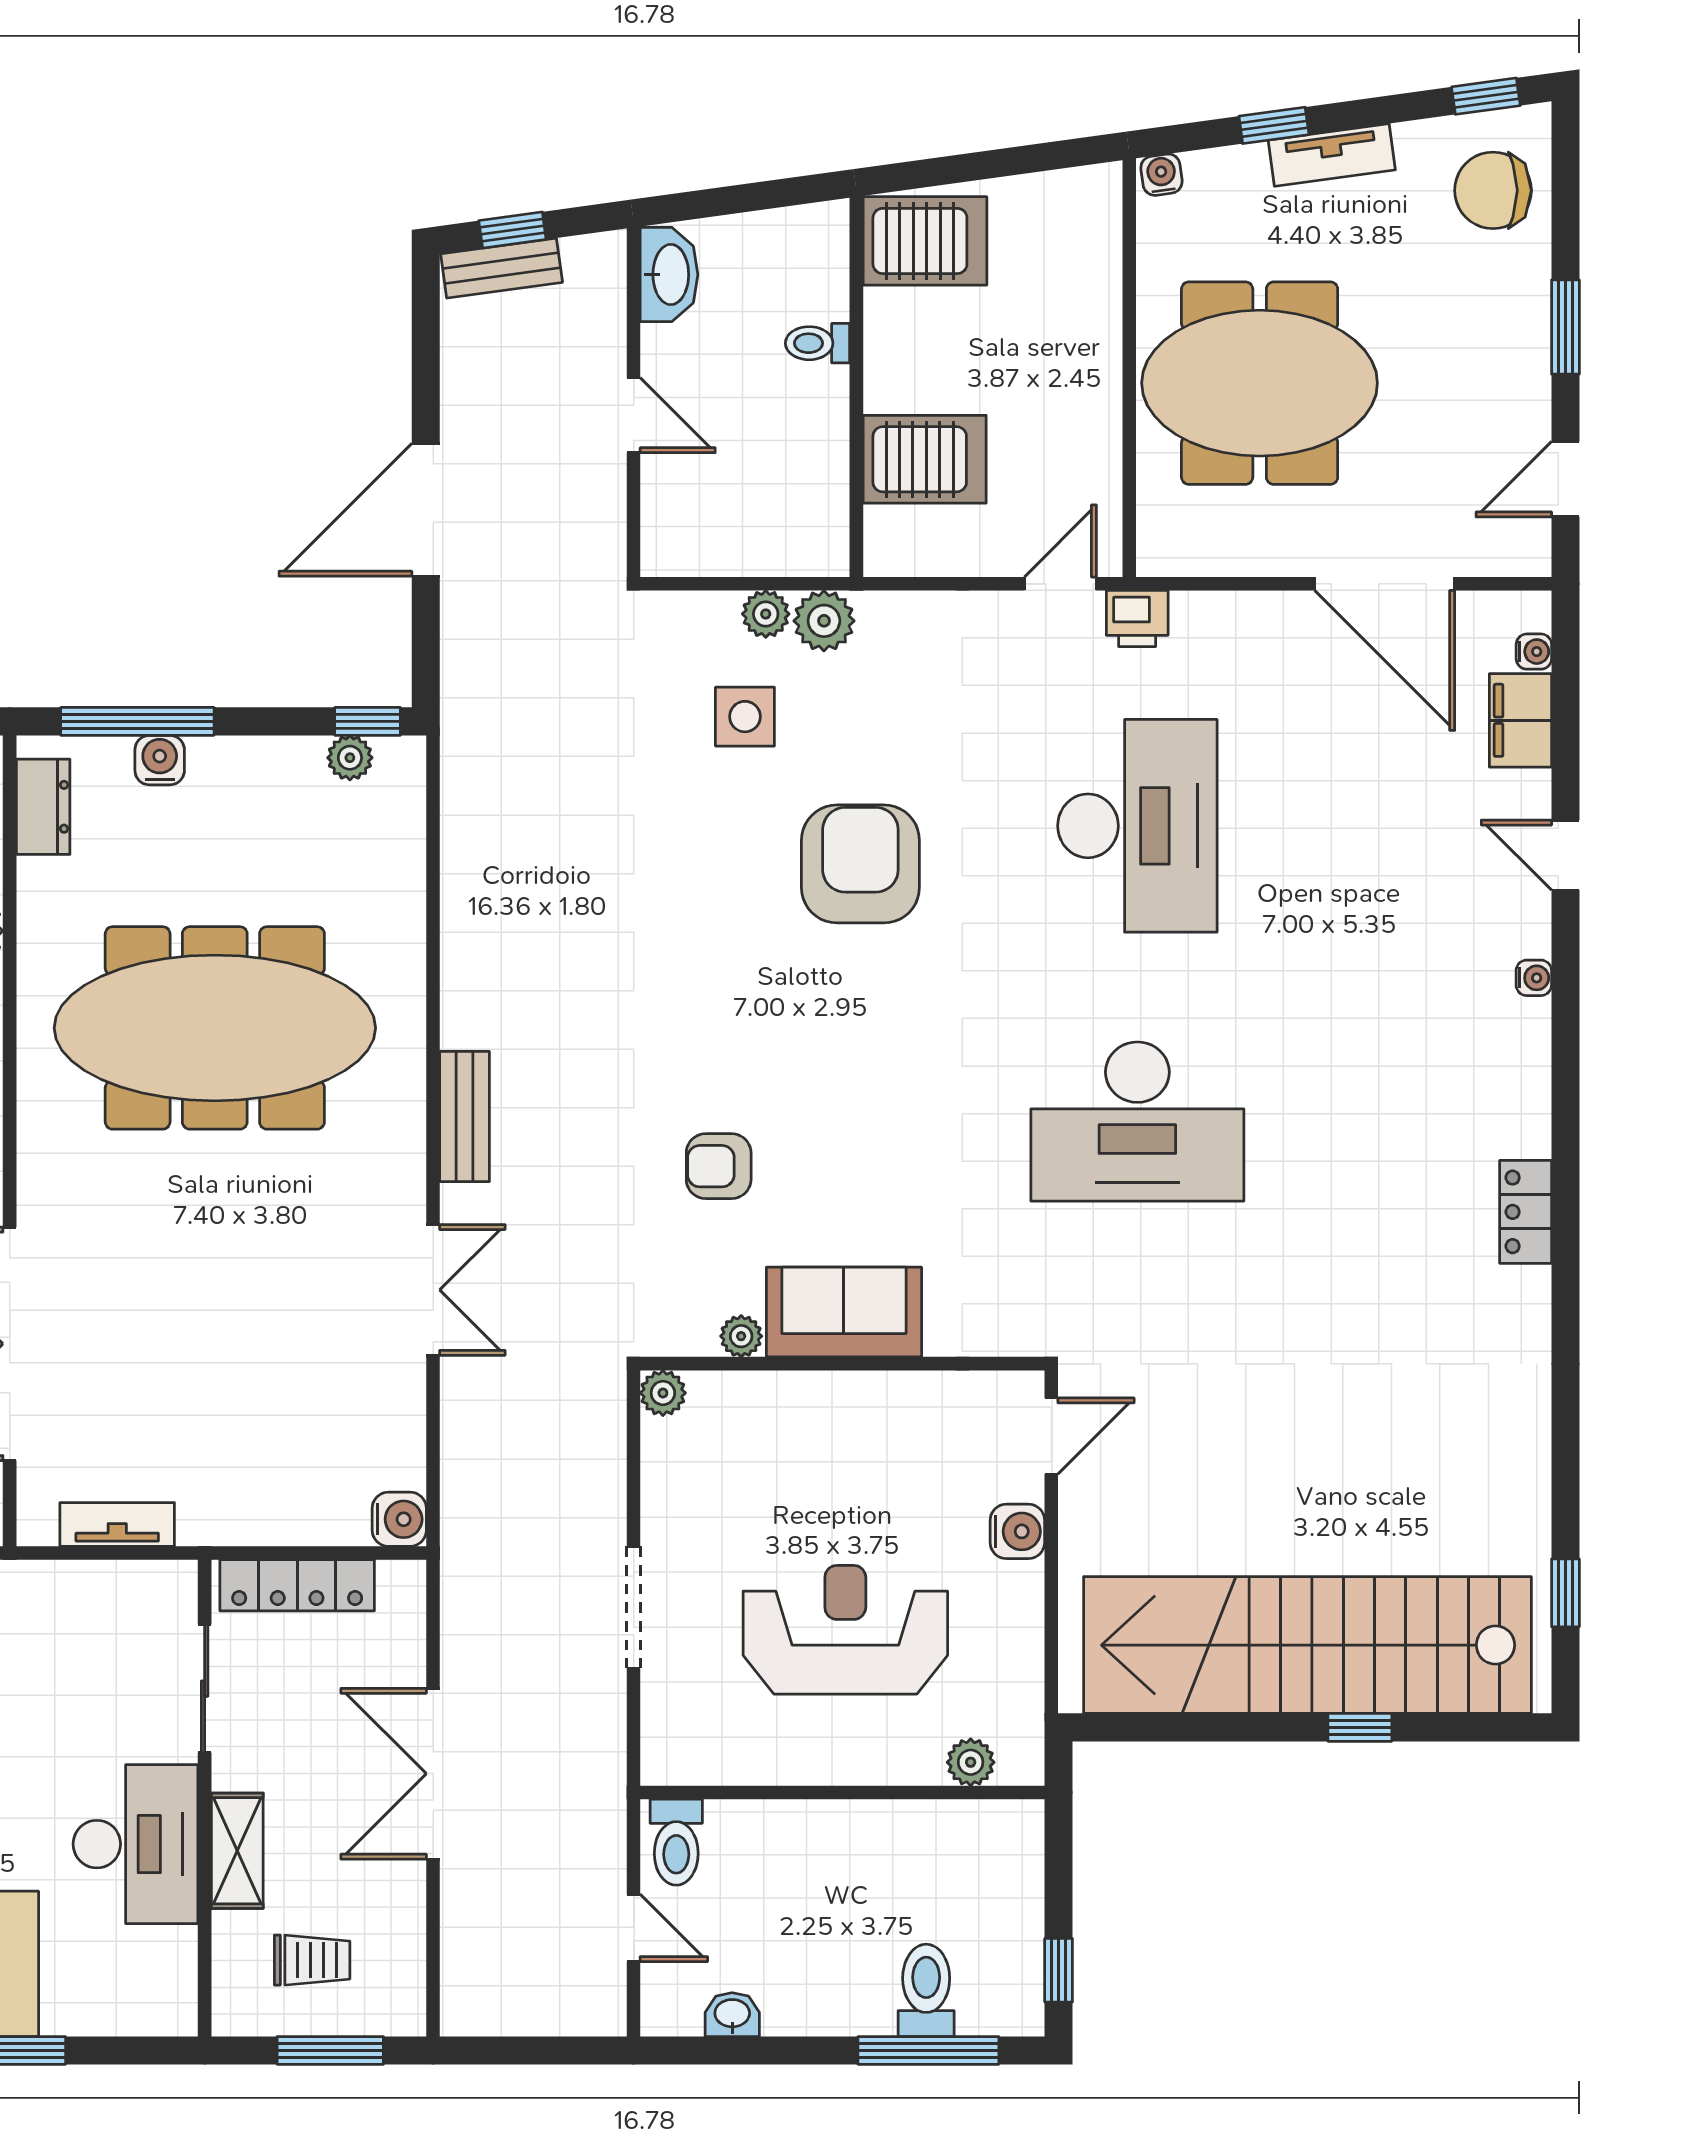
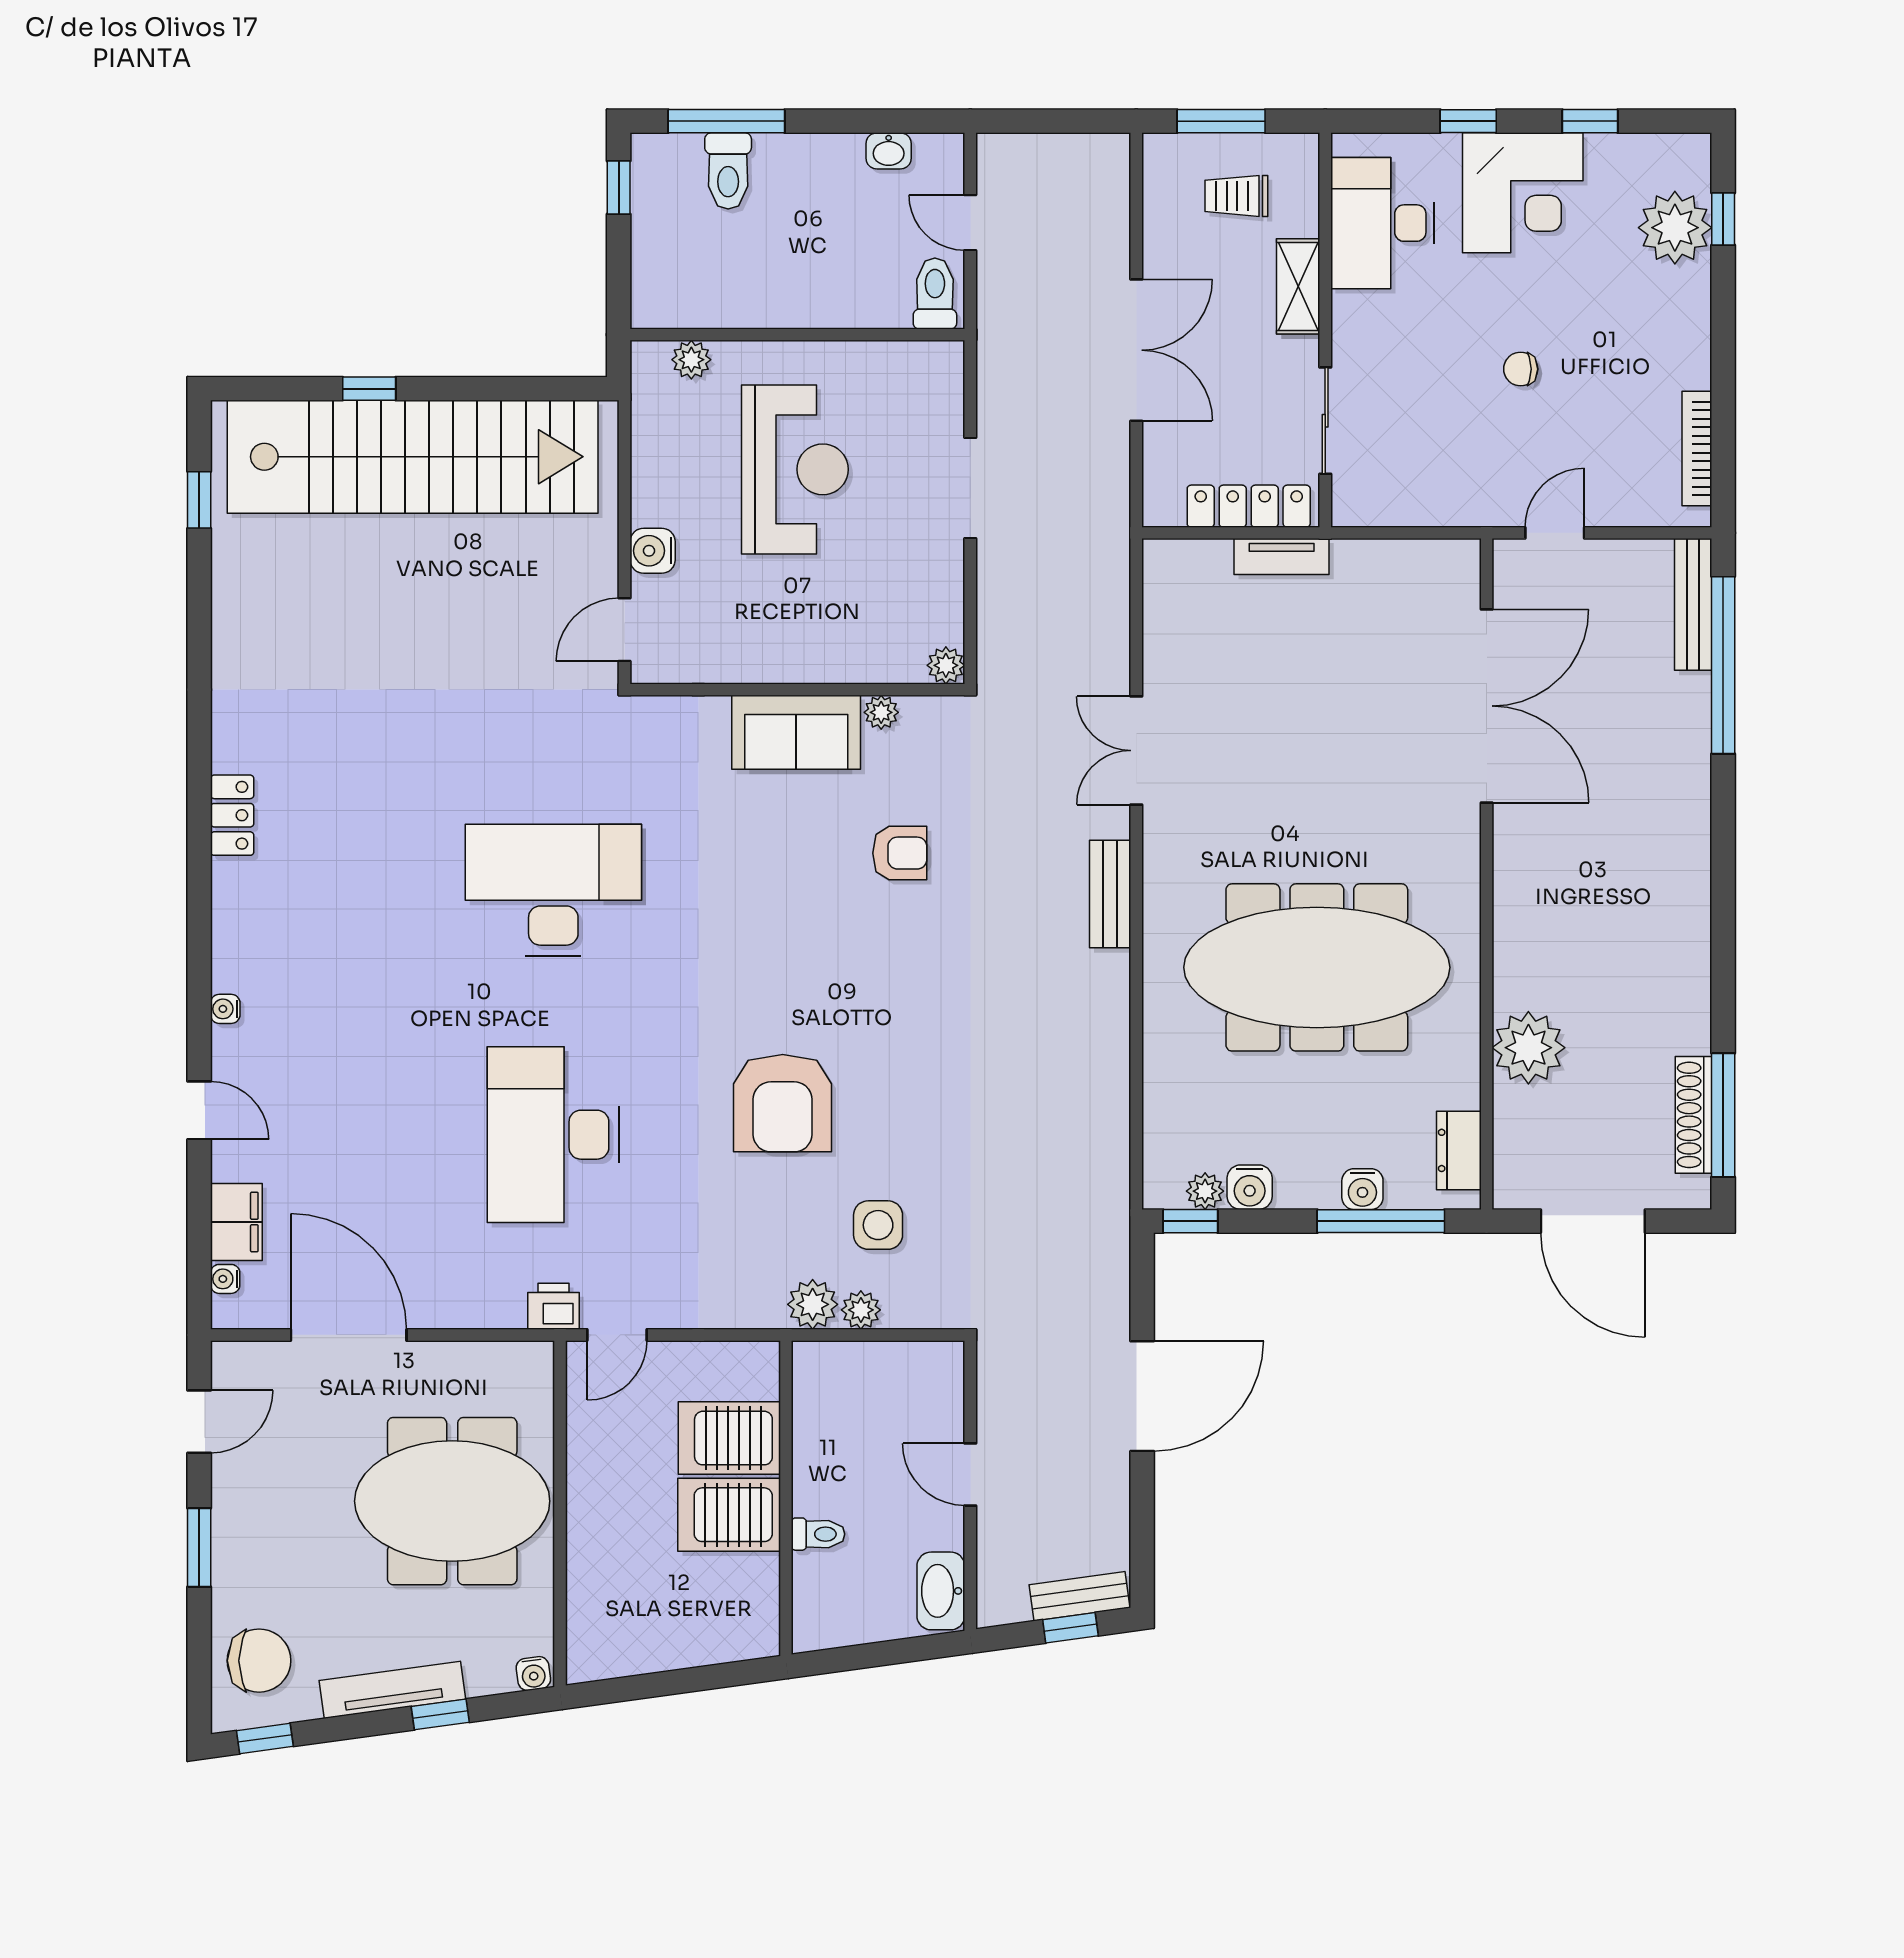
tv unit: (1332, 155) -> (392, 1690), width x1.41
server rack: (925, 241) -> (729, 1515), moved
water cooler: (399, 1519) -> (1250, 1187), moved, turned -90
tv unit: (117, 1524) -> (1282, 557), moved
reception desk: (845, 1630) -> (795, 469), turned -90
desk: (136, 1844) -> (1382, 223), moved

